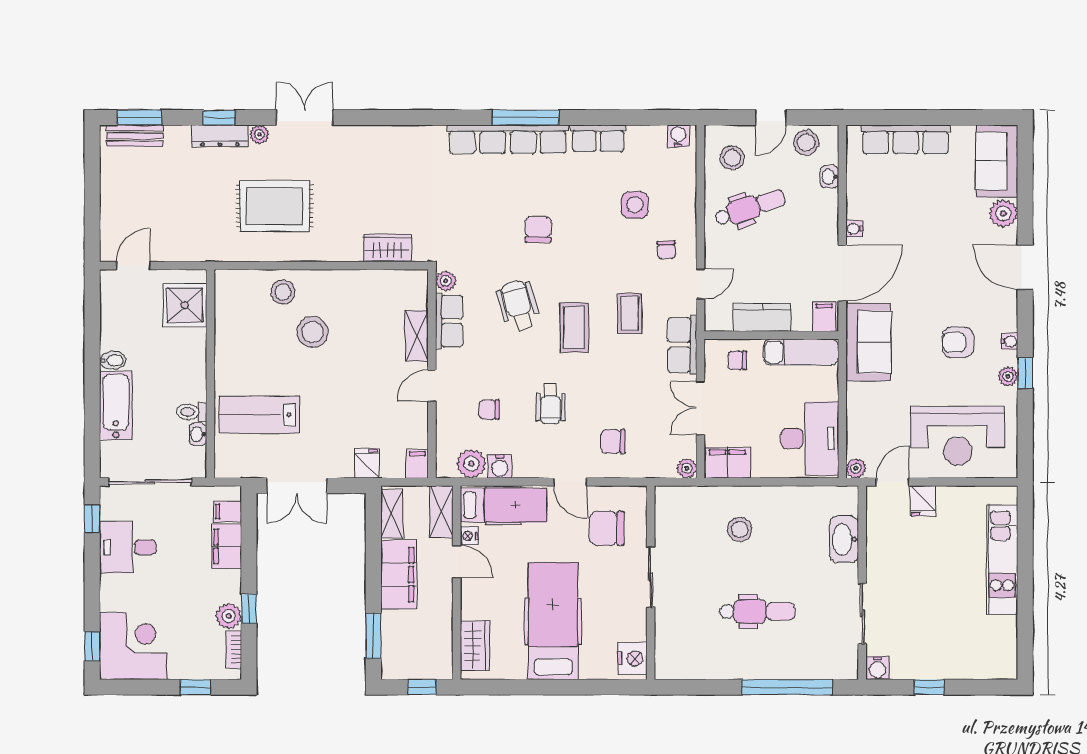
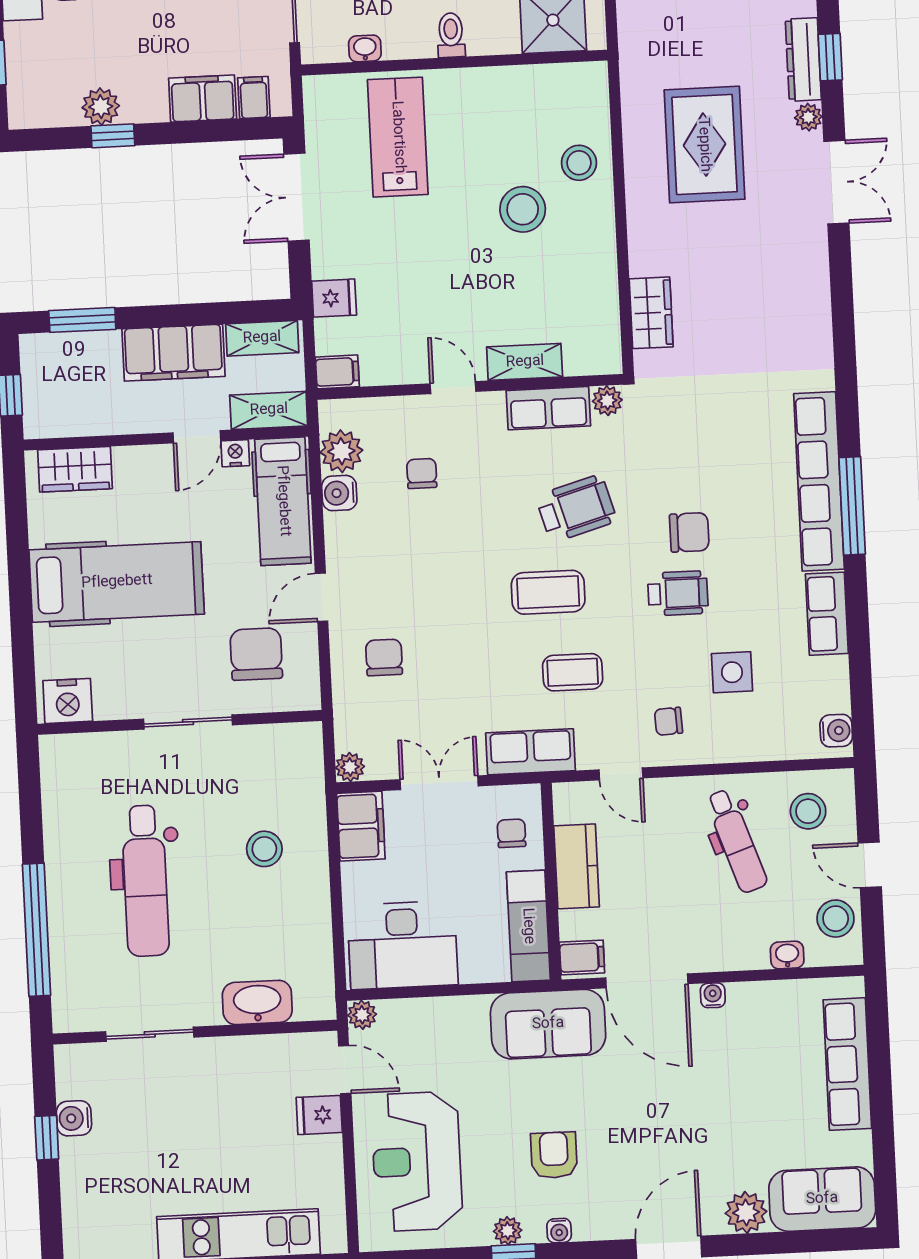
wheelchair: (550, 404) -> (678, 593), moved, turned 180
toilet: (192, 412) -> (451, 35), moved
dental chair: (757, 611) -> (145, 881), width x1.36, depth x1.38
bookcase: (234, 650) -> (52, 117), removed
water cooler: (878, 668) -> (74, 1118), moved

